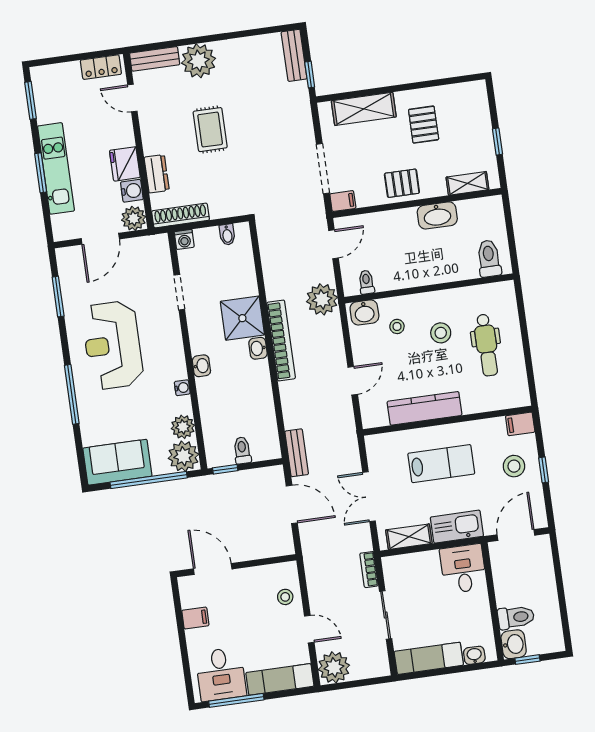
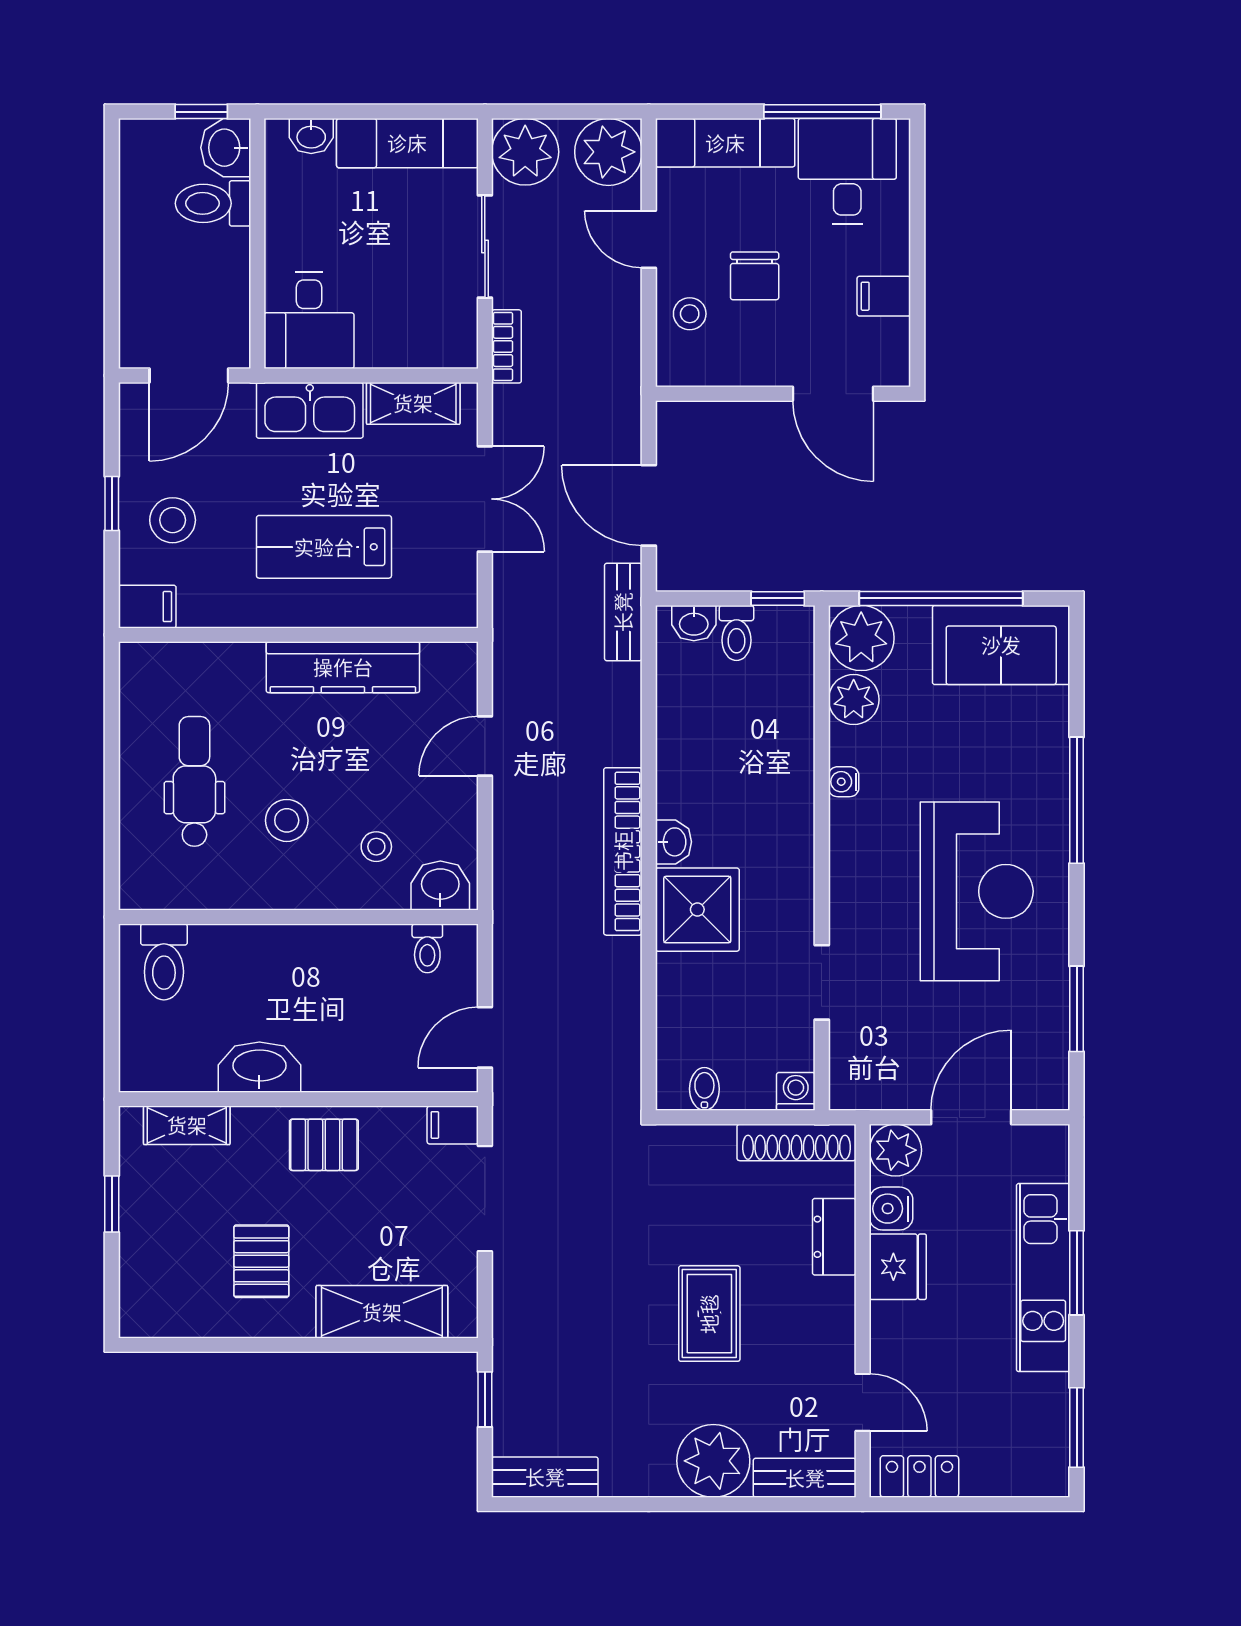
bench: (294, 55) -> (545, 1477), moved, turned 90
plant: (322, 299) -> (525, 152), moved
washbasin: (201, 366) -> (694, 623), moved, turned -90
chair: (257, 619) -> (755, 276), added

